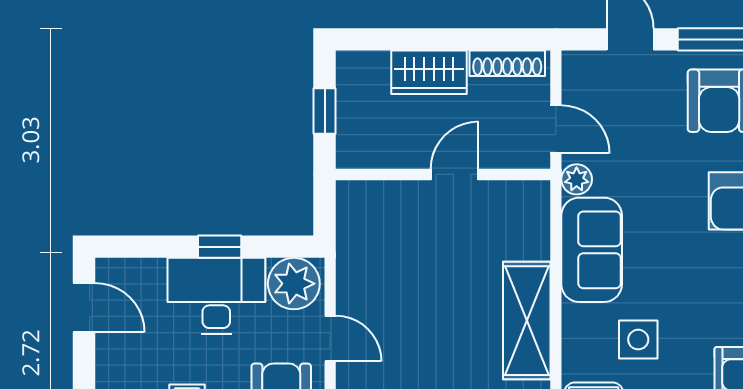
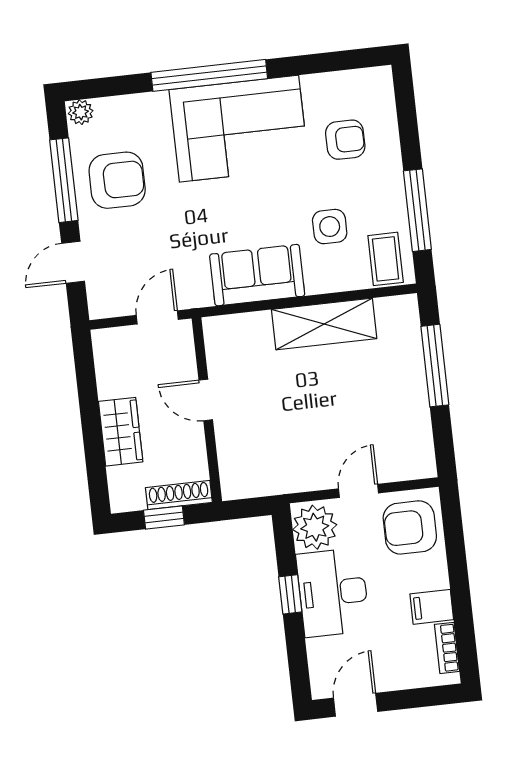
shoe rack: (507, 63) -> (179, 495), moved, turned -90
plant: (577, 179) -> (198, 295), removed

